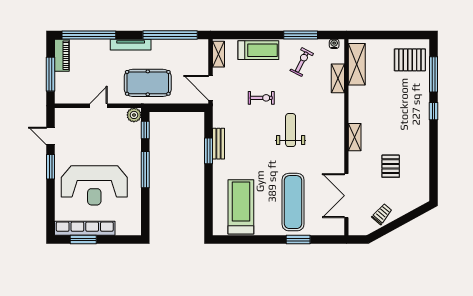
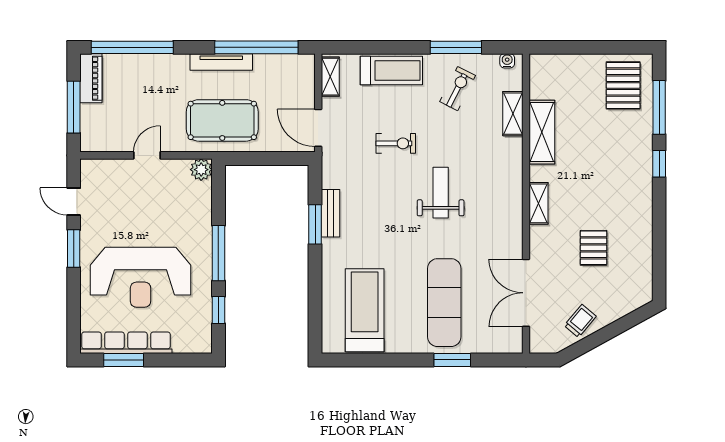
tv unit: (131, 45) -> (221, 62), moved
pallet: (410, 60) -> (623, 85), turned 90
shelving: (357, 64) -> (542, 132), moved
window: (145, 130) -> (218, 310), moved

